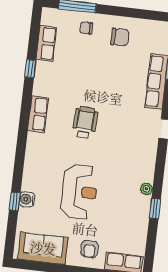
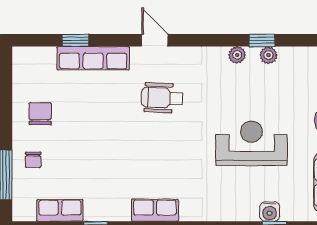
wheelchair: (85, 122) -> (162, 98), moved
plant: (143, 212) -> (268, 55), added

